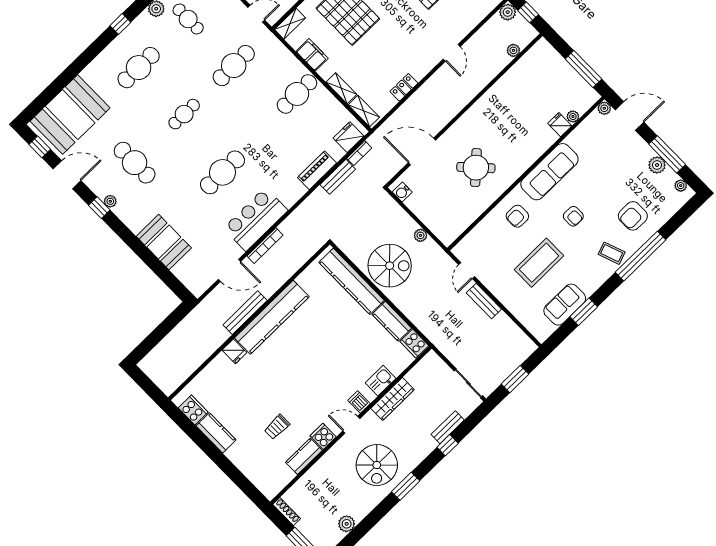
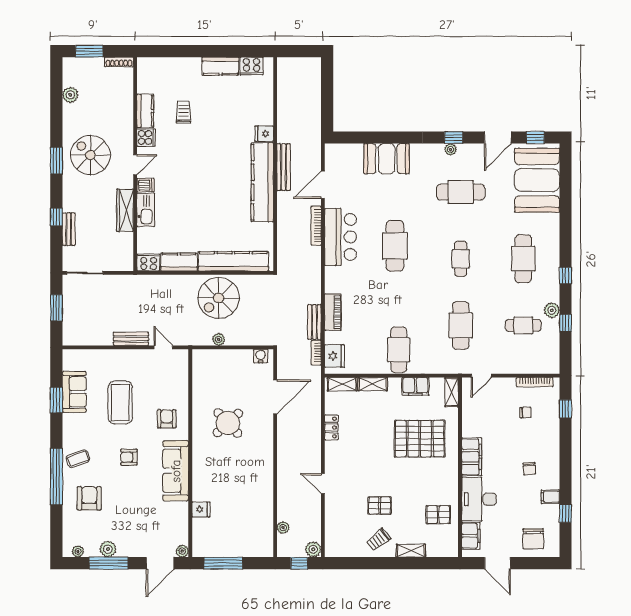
plant: (573, 116) -> (198, 524), removed
kitchen sink: (381, 381) -> (146, 210), width x1.38

